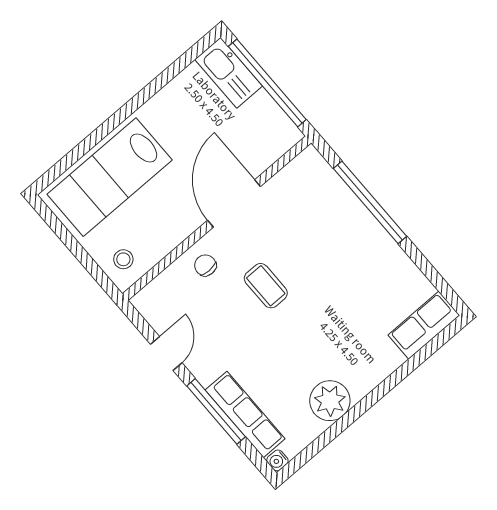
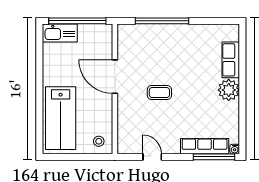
chair: (205, 265) -> (130, 110), removed
row of seats: (424, 325) -> (231, 60), moved
plant: (330, 401) -> (229, 90), moved
window: (216, 411) -> (214, 157), moved

